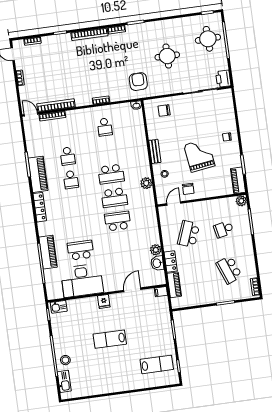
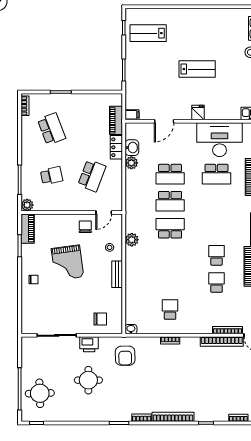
printer: (223, 79) -> (89, 344), moved, turned 90
school desk: (111, 174) -> (170, 174), moved, turned 180

